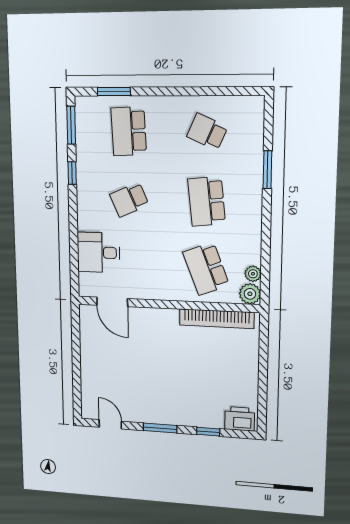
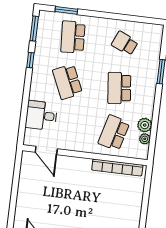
school desk: (129, 200) -> (67, 82), width x1.85
school desk: (206, 269) -> (114, 133), turned 36
plant: (250, 294) -> (145, 125), moved

